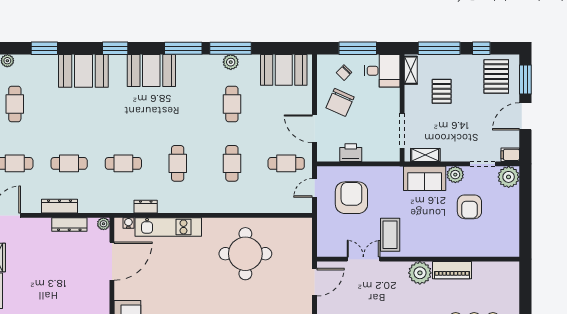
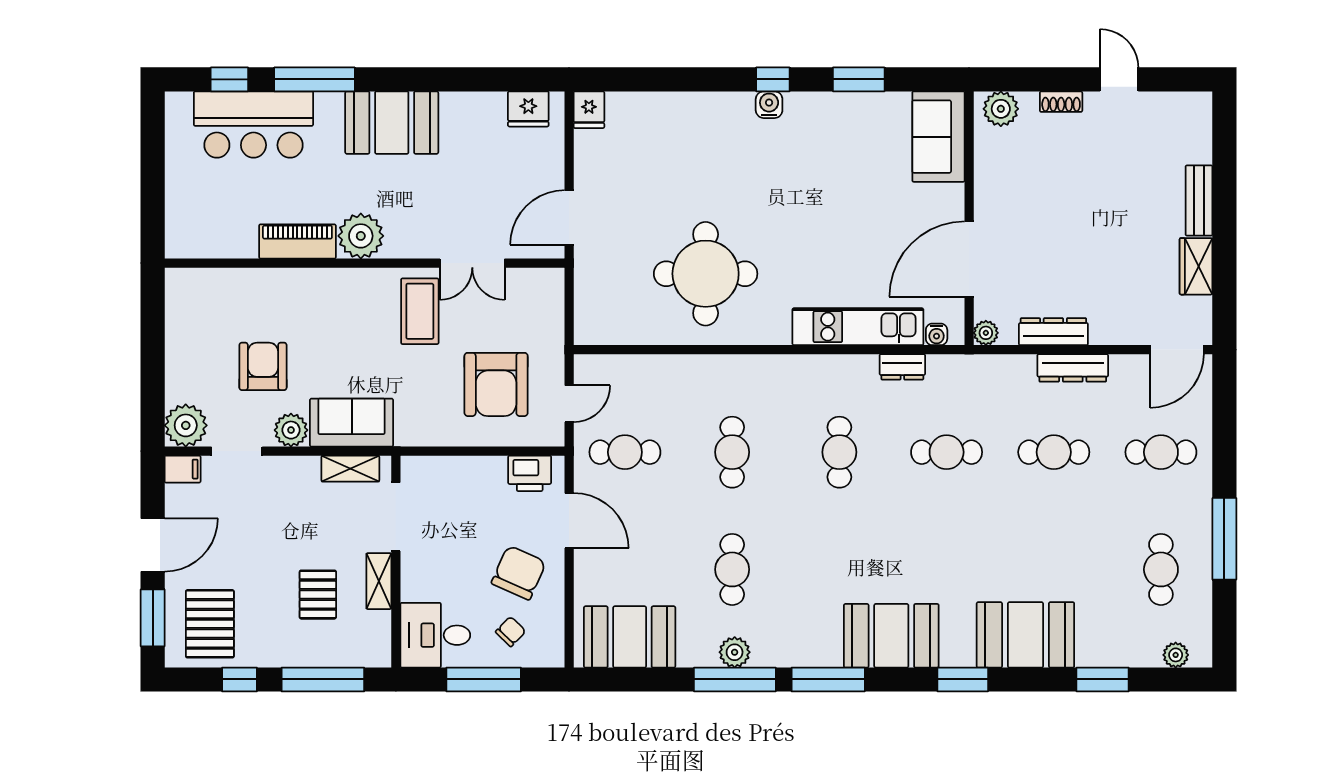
shelving: (411, 70) -> (379, 581), moved
printer: (351, 153) -> (530, 473), moved

